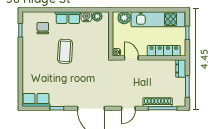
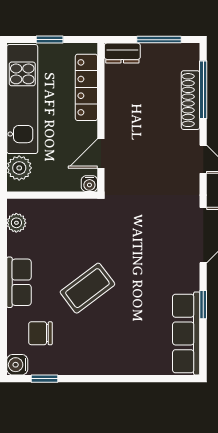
water cooler: (86, 17) -> (17, 365), moved
coffee table: (65, 51) -> (87, 288), turned -40
row of seats: (36, 100) -> (186, 333), width x1.48

